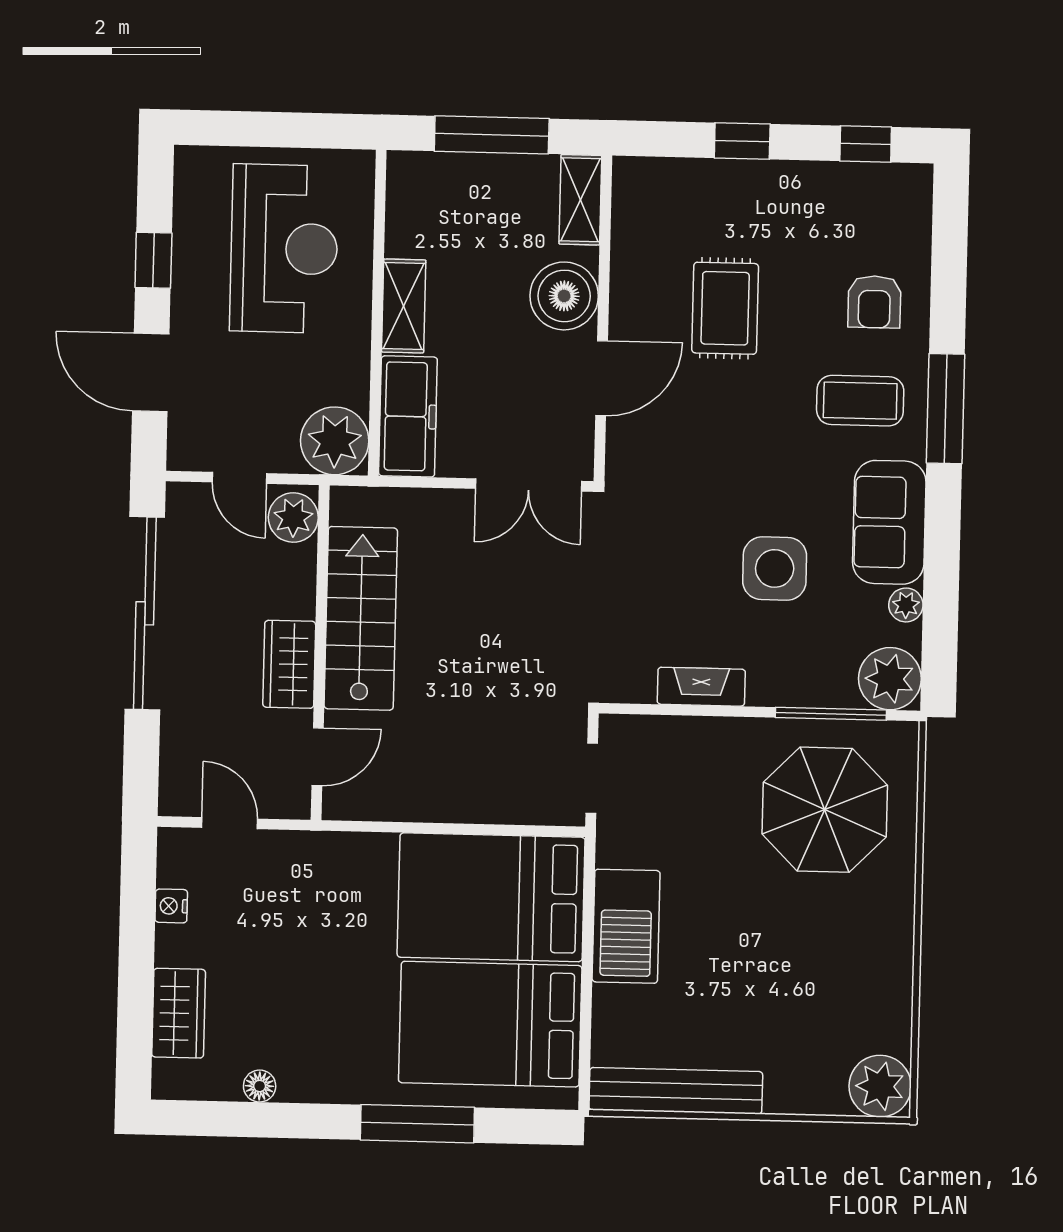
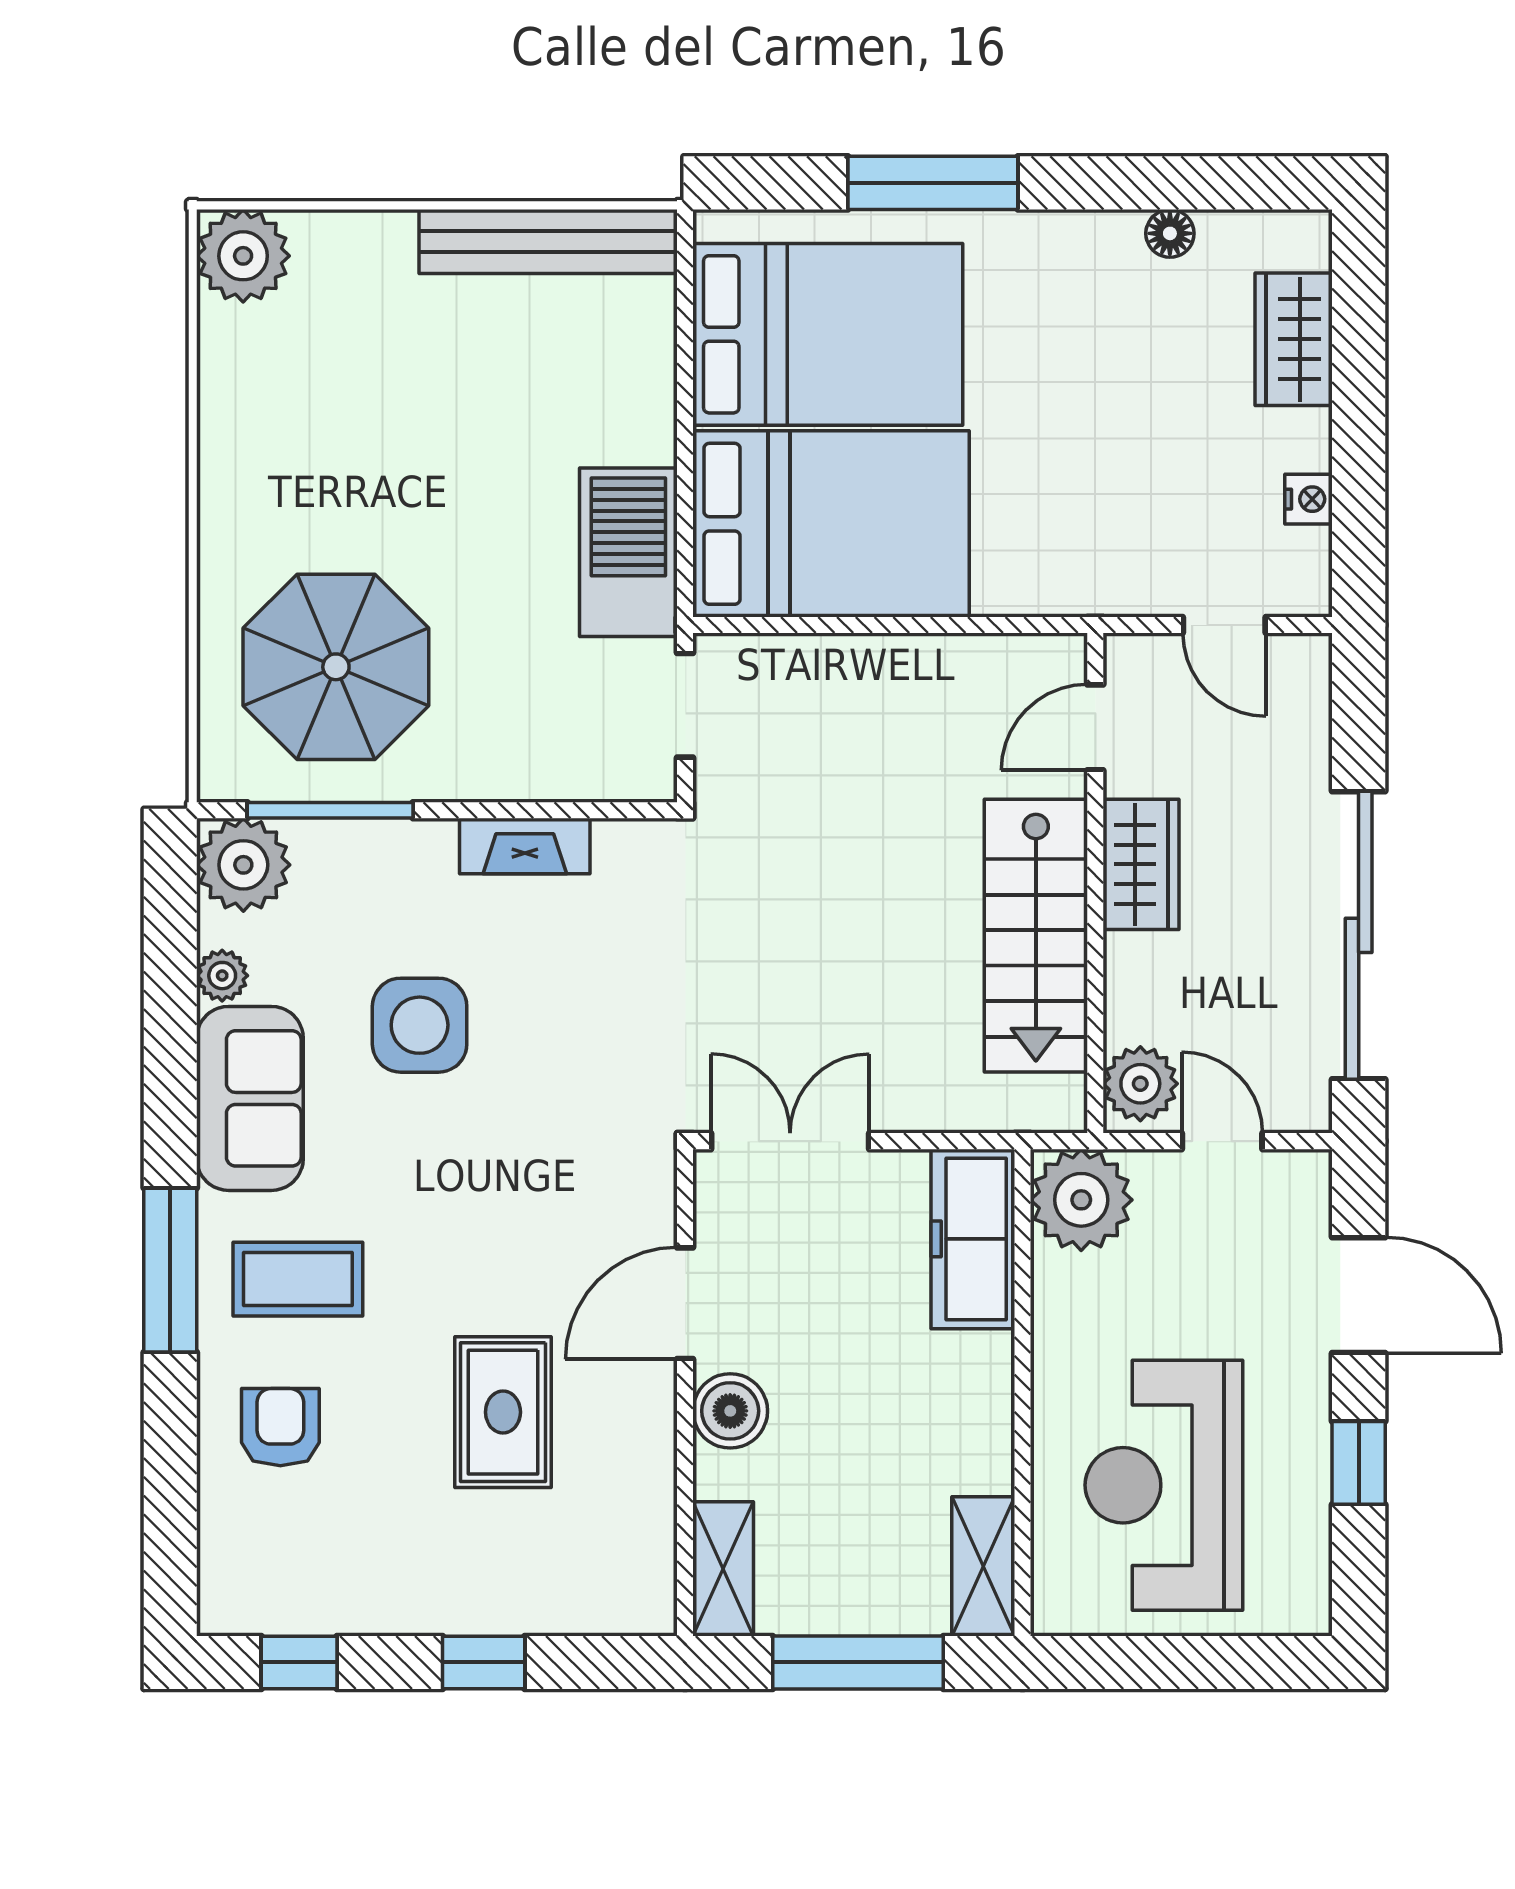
boiler: (564, 296) -> (730, 1411), width x0.73, depth x0.73
shelving: (404, 306) -> (983, 1566), moved
barbecue: (626, 926) -> (628, 552), moved

